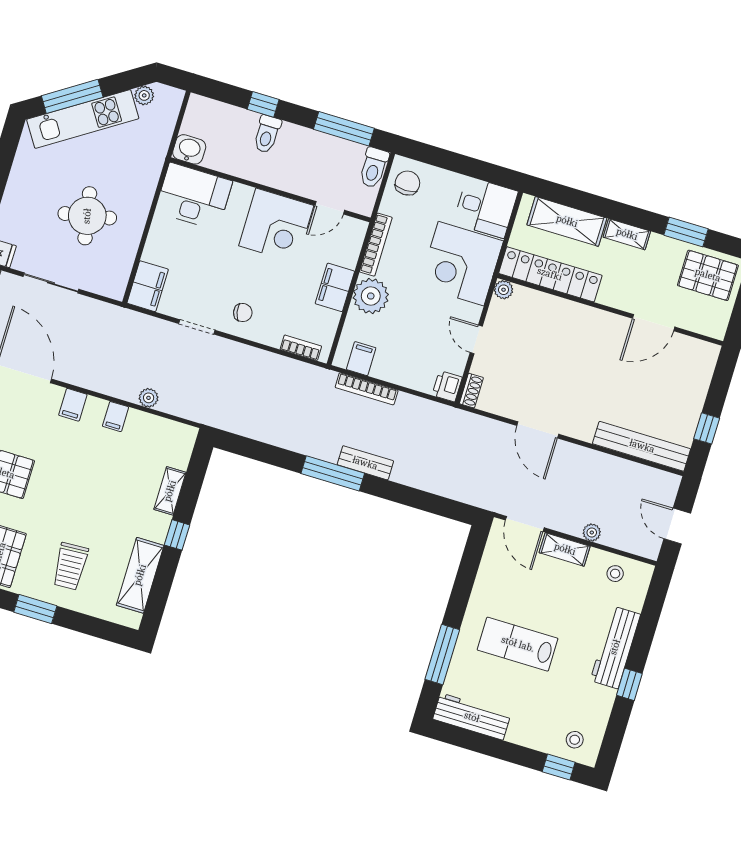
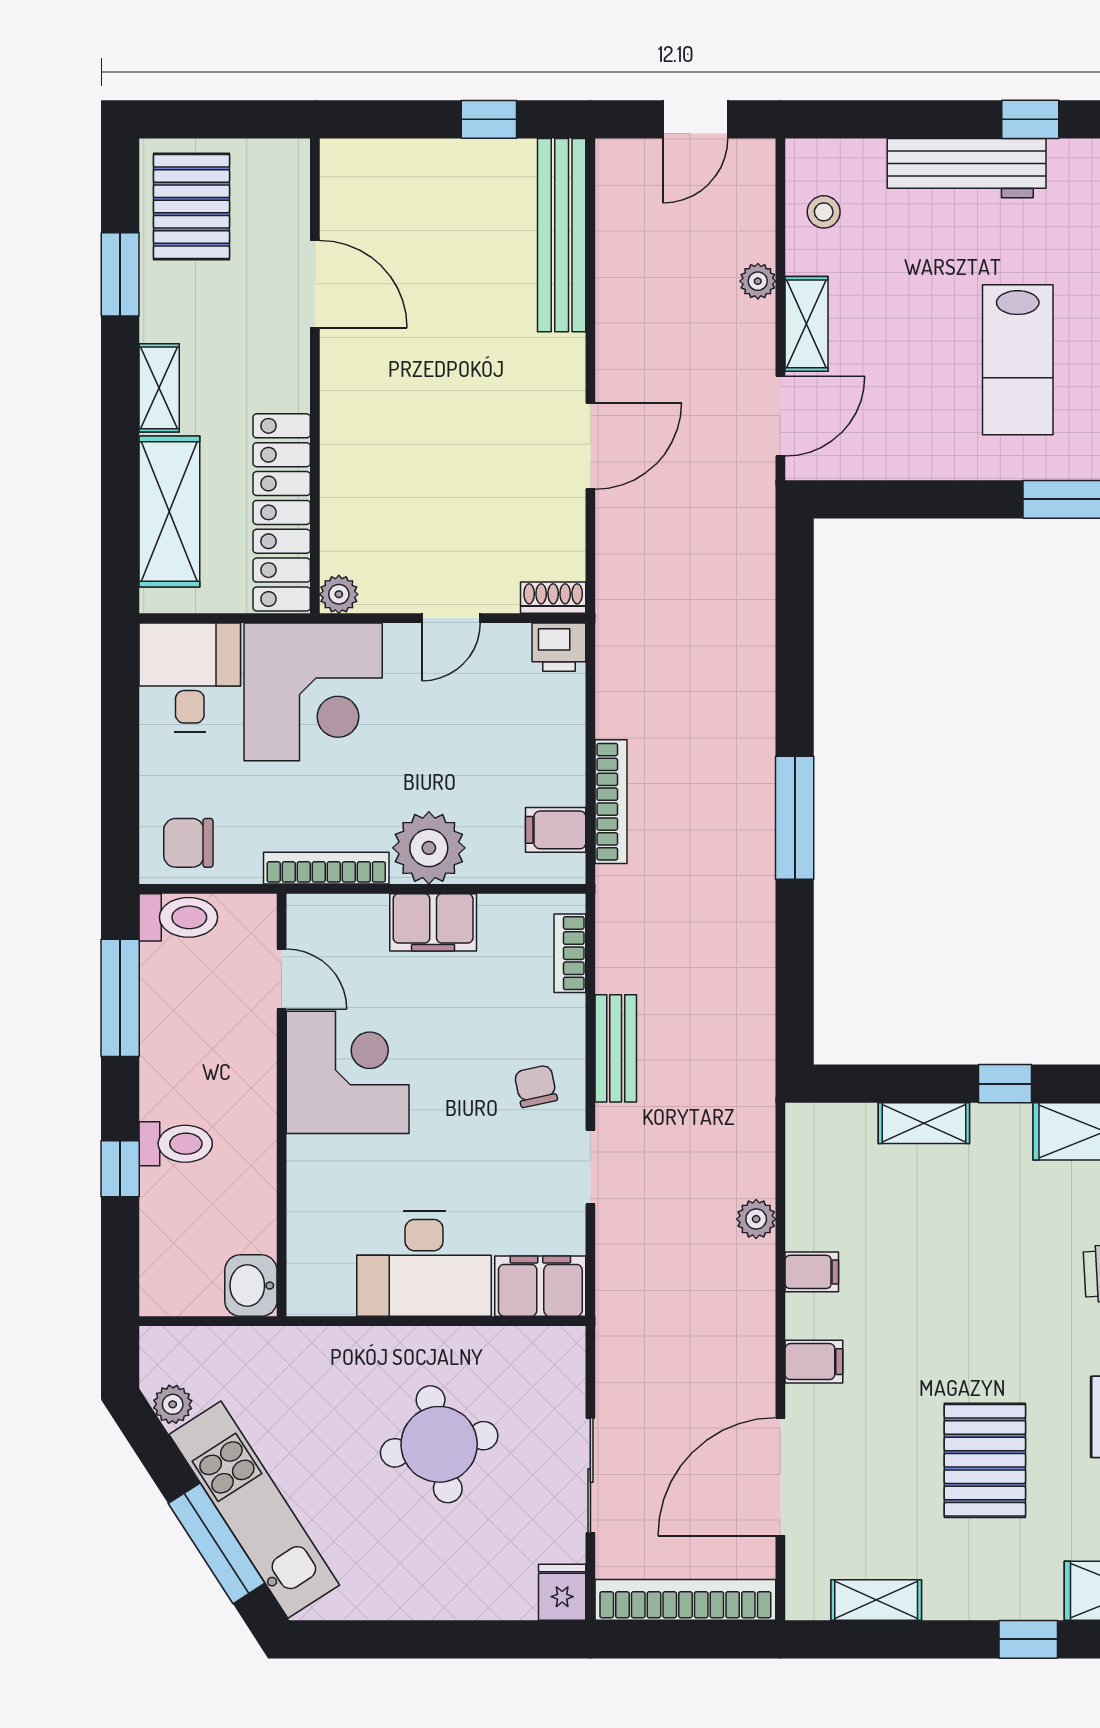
desk: (194, 196) -> (424, 1264), moved, turned -90
bench: (365, 463) -> (616, 1048), moved

